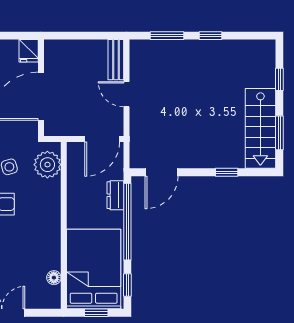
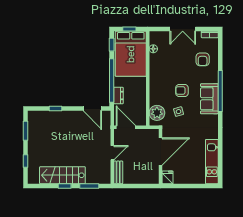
door: (127, 94) -> (112, 153), hinge flipped
stairs: (260, 128) -> (62, 175), moved, turned -90
door: (102, 139) -> (126, 127), hinge flipped
door: (162, 172) -> (92, 109), swing flipped

